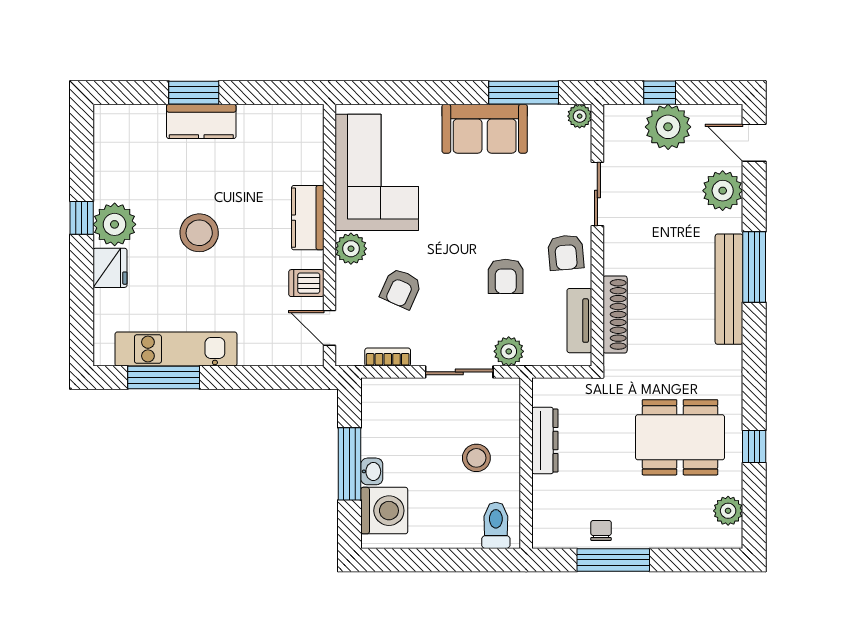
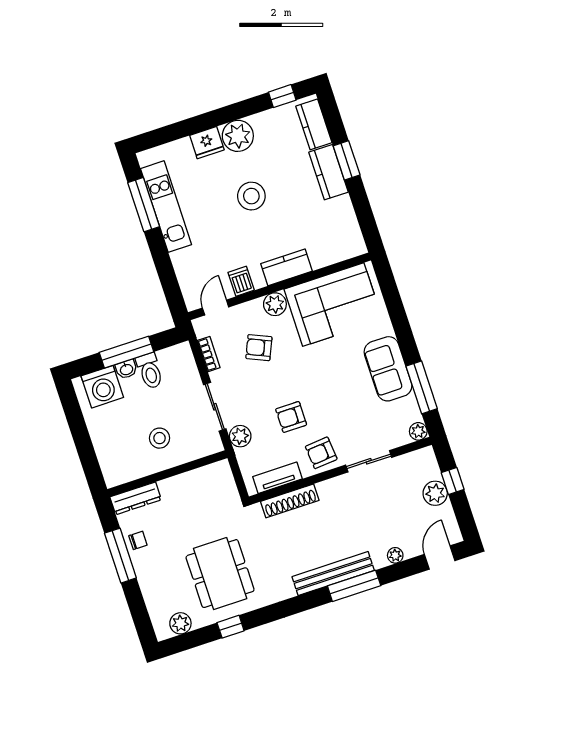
kitchen counter: (132, 120) -> (314, 124), added
plant: (668, 127) -> (435, 493), width x0.73, depth x0.73
plant: (723, 191) -> (395, 555), width x0.53, depth x0.53
window: (82, 218) -> (282, 96), moved
dresser: (545, 441) -> (136, 498), moved
toilet: (496, 525) -> (150, 371), moved, turned 90

